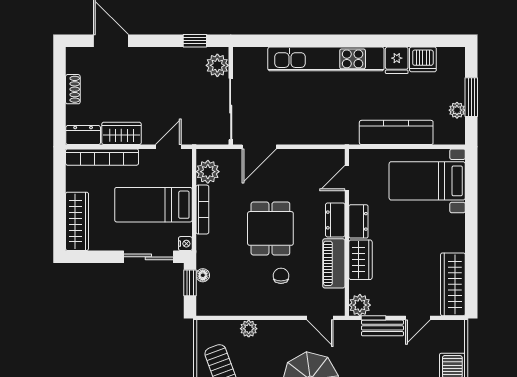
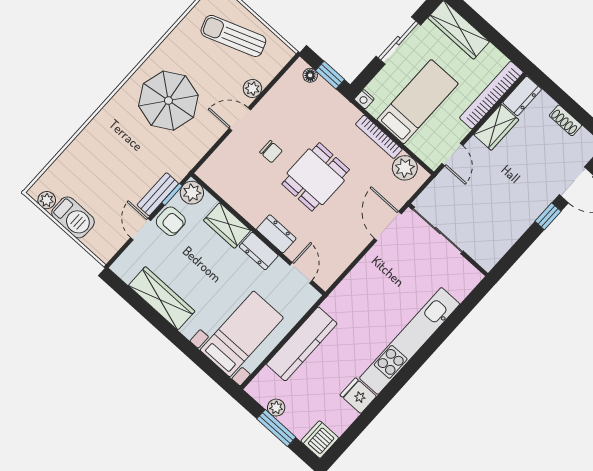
window: (195, 41) -> (548, 216), moved
dishwasher: (423, 59) -> (320, 440), moved
plant: (217, 65) -> (482, 251), removed
dining table: (270, 228) -> (316, 177), turned 90
sliding door: (148, 257) -> (398, 41), moved
piano: (334, 263) -> (243, 202), removed
floor lamp: (203, 275) -> (310, 75), moved
wardrobe: (453, 284) -> (162, 298), moved
armchair: (393, 302) -> (171, 221), added
door: (320, 318) -> (240, 119), moved

